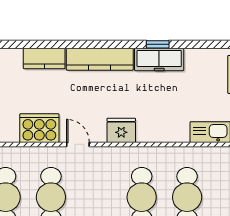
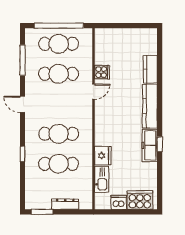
cooker: (39, 128) -> (102, 72), width x0.53, depth x0.76
fridge: (121, 130) -> (103, 155), moved

